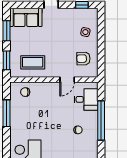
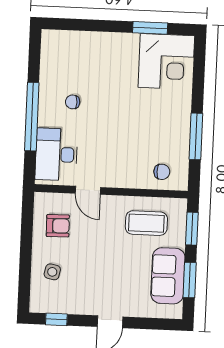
sofa: (26, 17) -> (168, 276), moved, turned -90
door: (67, 80) -> (88, 190), swing flipped
desk: (86, 99) -> (56, 154), width x1.37

